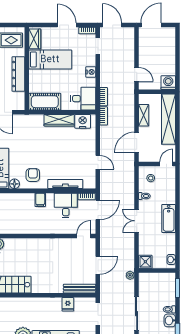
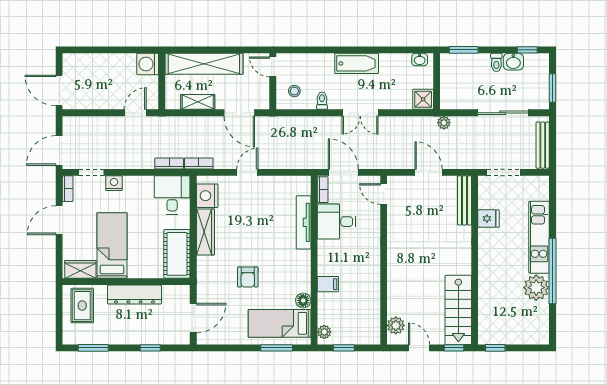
nightstand: (91, 72) -> (114, 183), moved
door: (98, 162) -> (247, 172), moved
armchair: (33, 175) -> (248, 277), moved, turned -90
filing cabinet: (40, 200) -> (328, 284), moved

